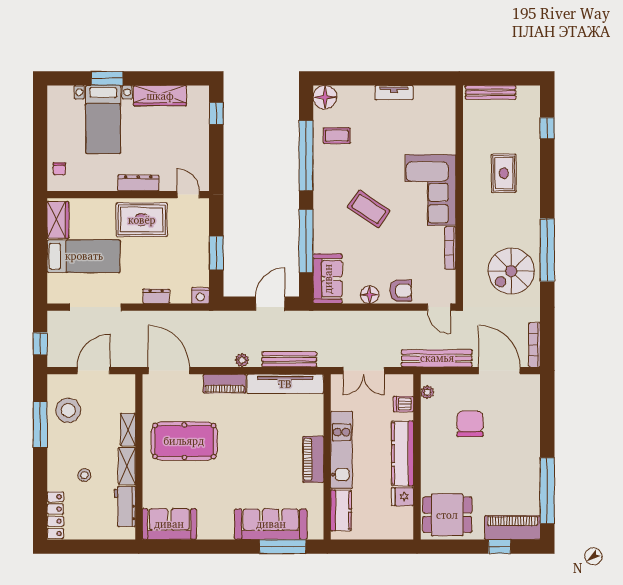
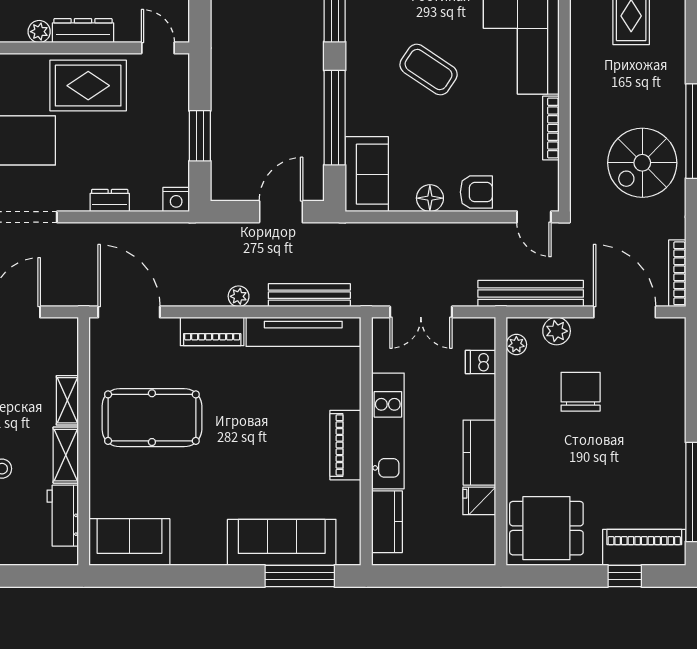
plant: (109, 184) -> (39, 32), added
plant: (454, 383) -> (557, 331), added
kitchen counter: (403, 454) -> (479, 453), width x0.67

